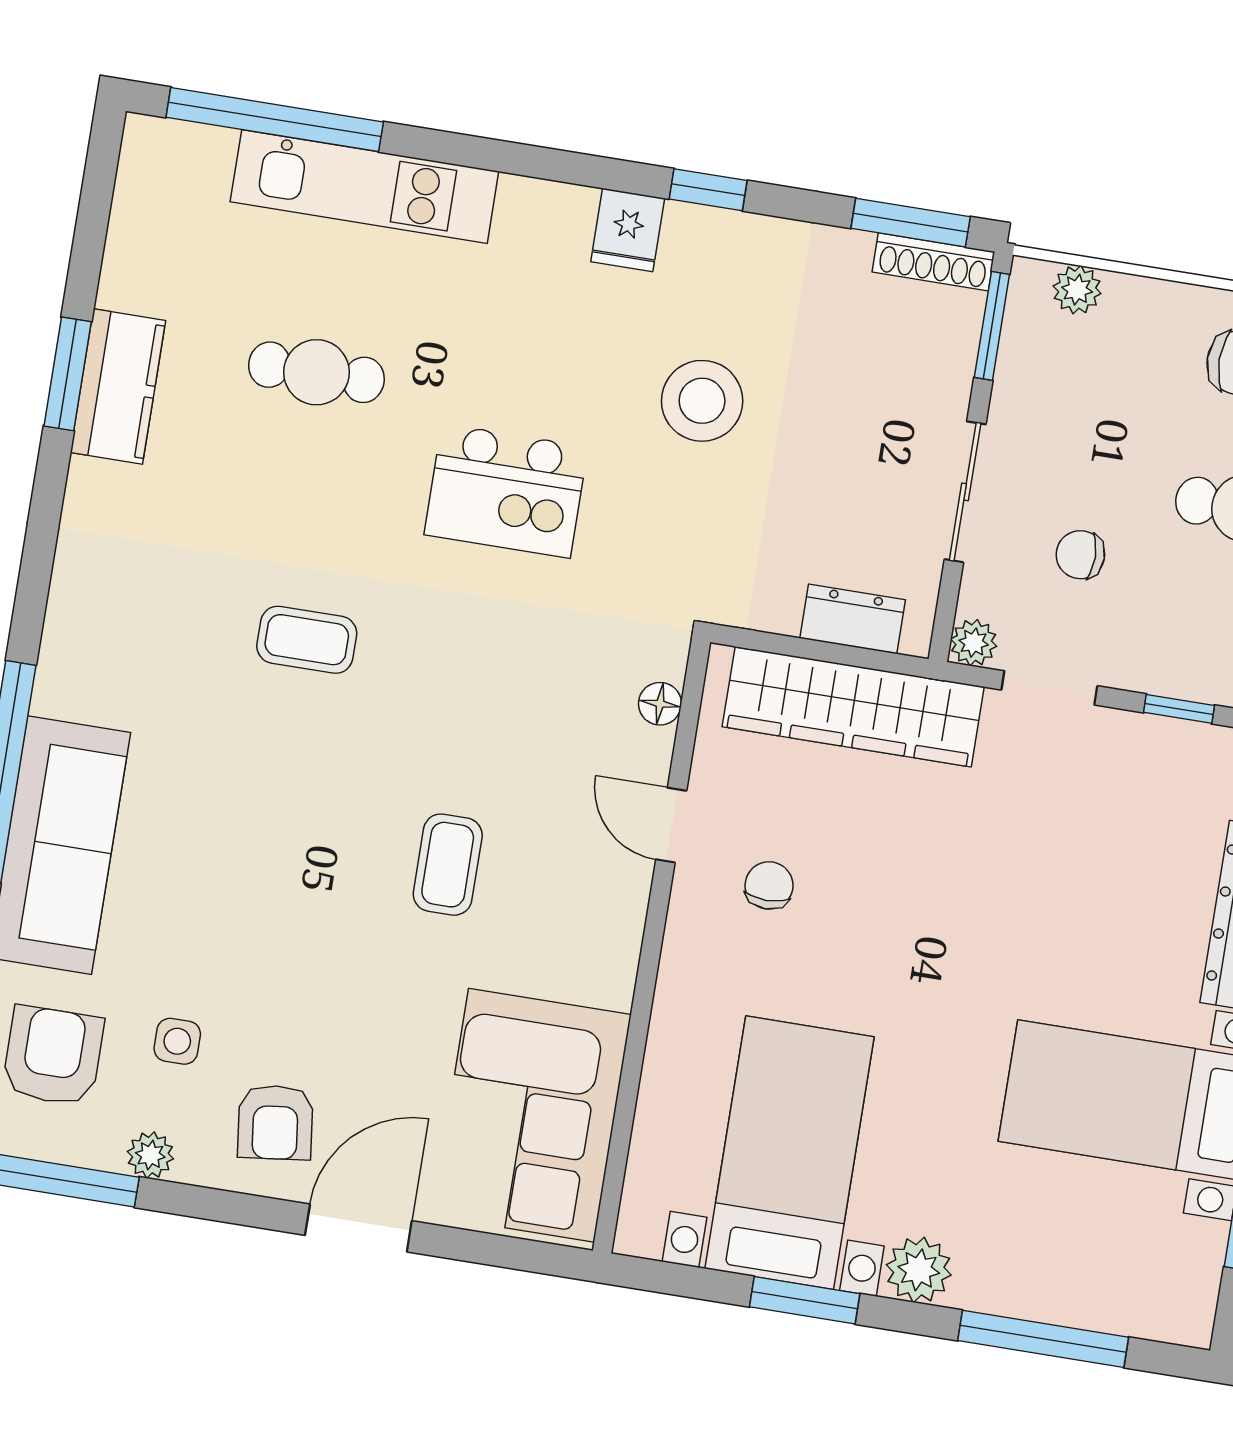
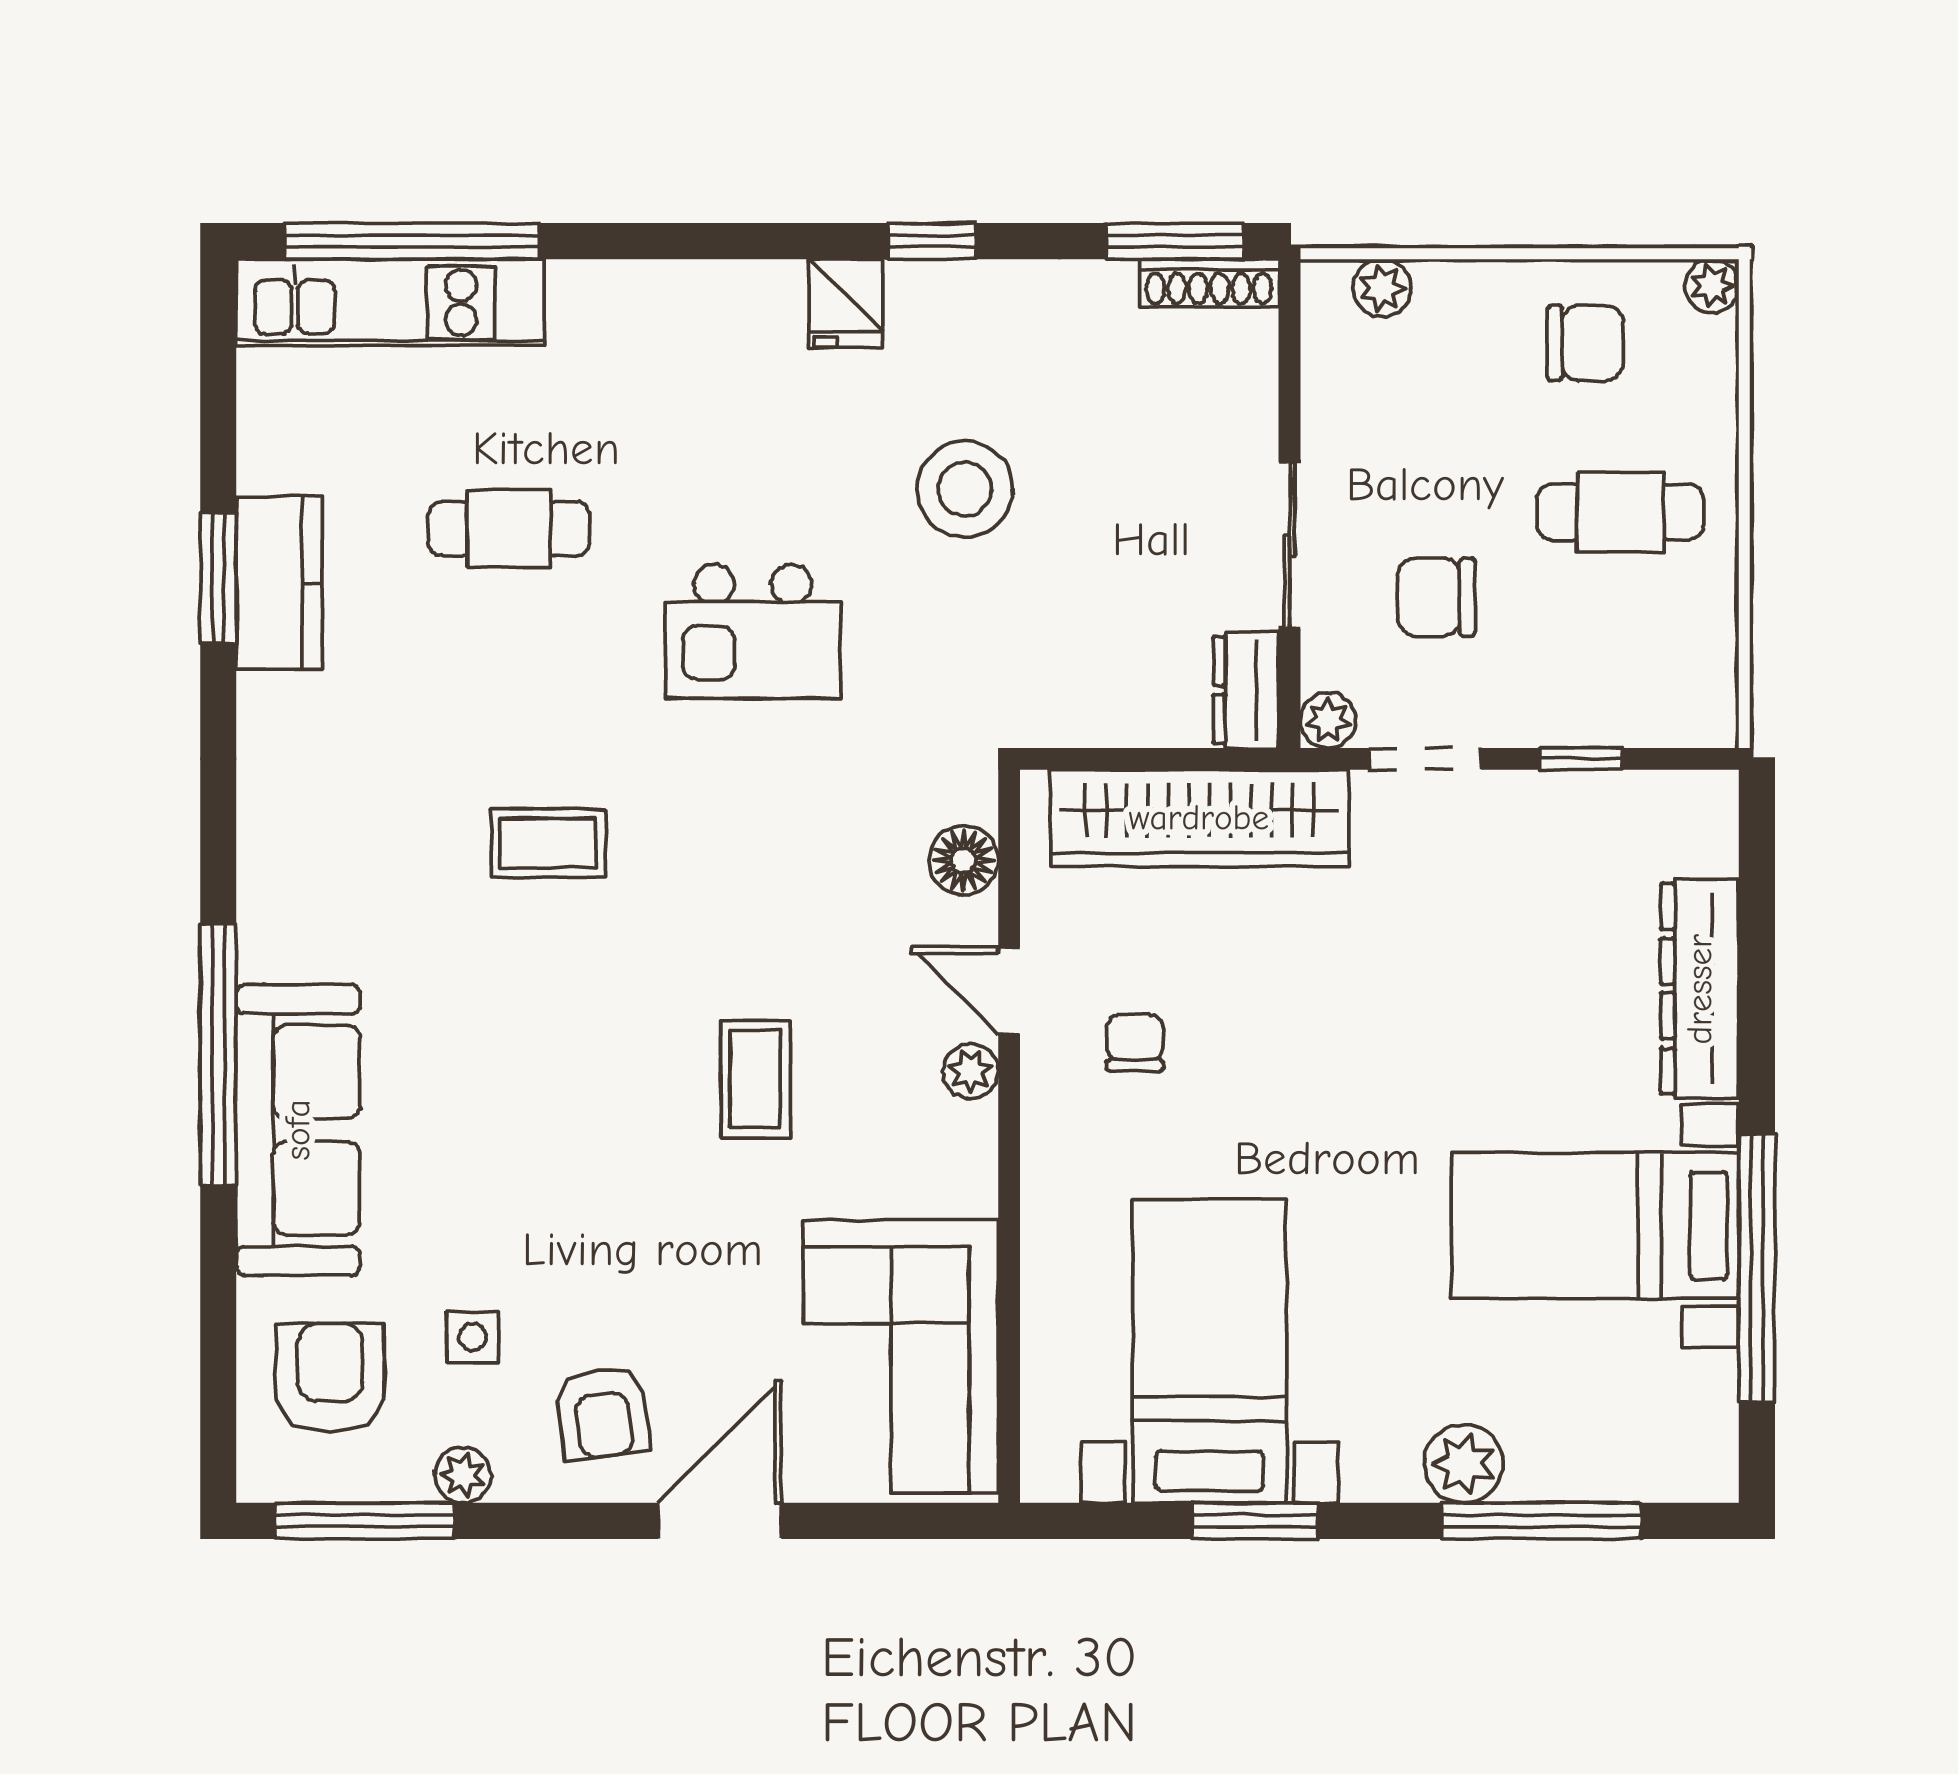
kitchen unit: (364, 187) -> (390, 303), moved
window: (992, 326) -> (1289, 347), removed
chair: (1080, 555) -> (1436, 597), width x1.37, depth x1.37
dresser: (853, 619) -> (1246, 690), moved, turned -90
floor lamp: (660, 704) -> (964, 860), width x1.37, depth x1.37
plant: (628, 887) -> (971, 1071), added
plant: (919, 1270) -> (1464, 1464), moved

